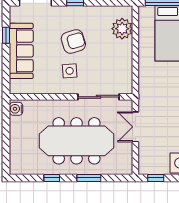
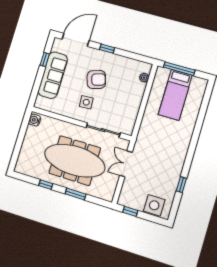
plant: (122, 29) -> (144, 78), width x0.53, depth x0.53

